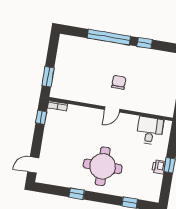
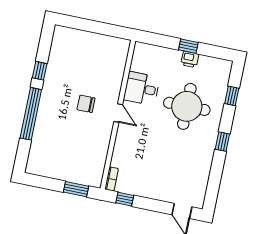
desk: (150, 131) -> (142, 89), moved
round table: (103, 166) -> (187, 106), moved
window: (77, 194) -> (222, 142), moved

